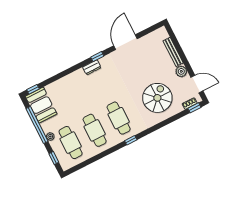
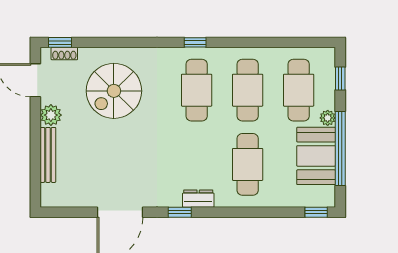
cafe table: (77, 95) -> (248, 164), added
booth: (41, 105) -> (316, 156), moved

